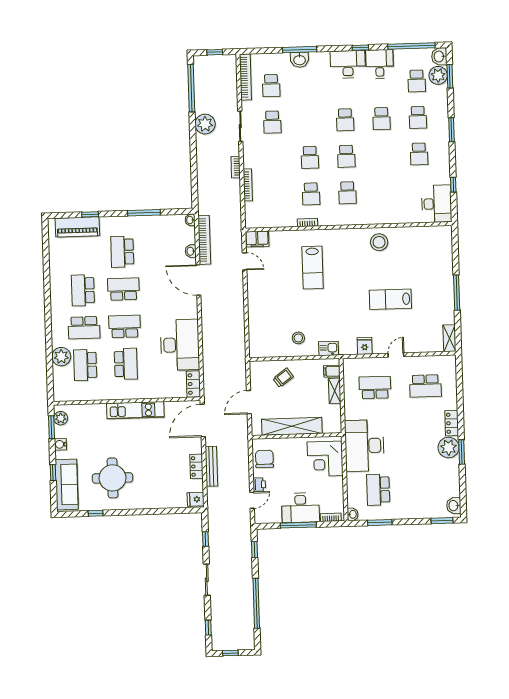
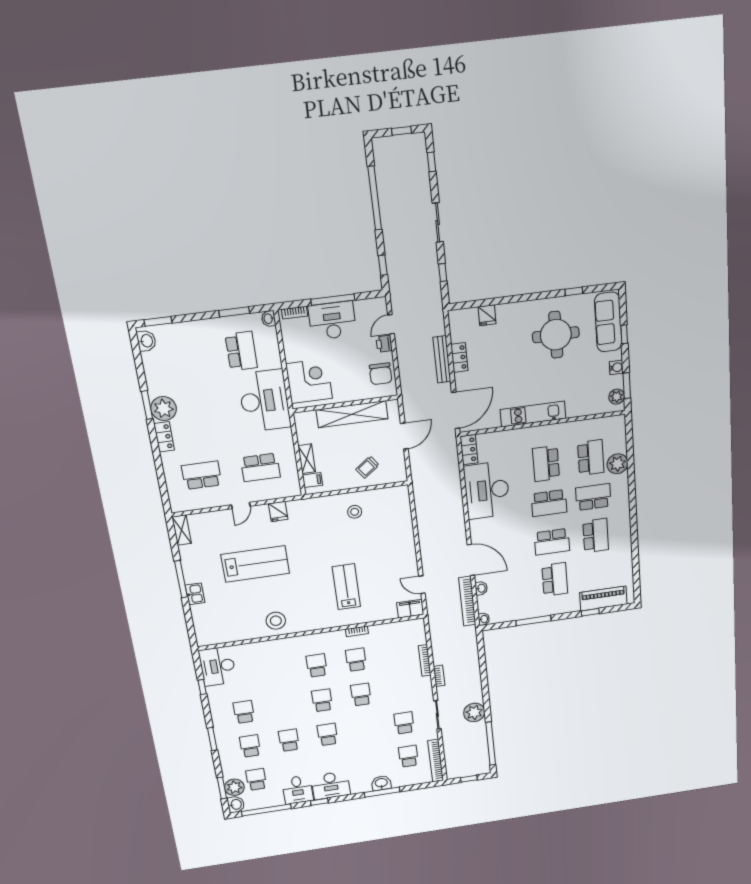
lab bench: (390, 299) -> (255, 564), width x1.36, depth x1.39
kitchen sink: (329, 348) -> (195, 594), moved, turned -90
fridge: (196, 499) -> (487, 315), moved, turned 90

